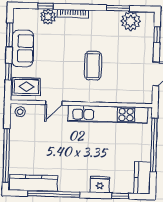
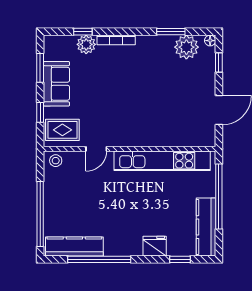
floor lamp: (150, 16) -> (210, 41), added
coffee table: (93, 66) -> (143, 102), removed
kitchen counter: (142, 178) -> (206, 227), width x1.50

